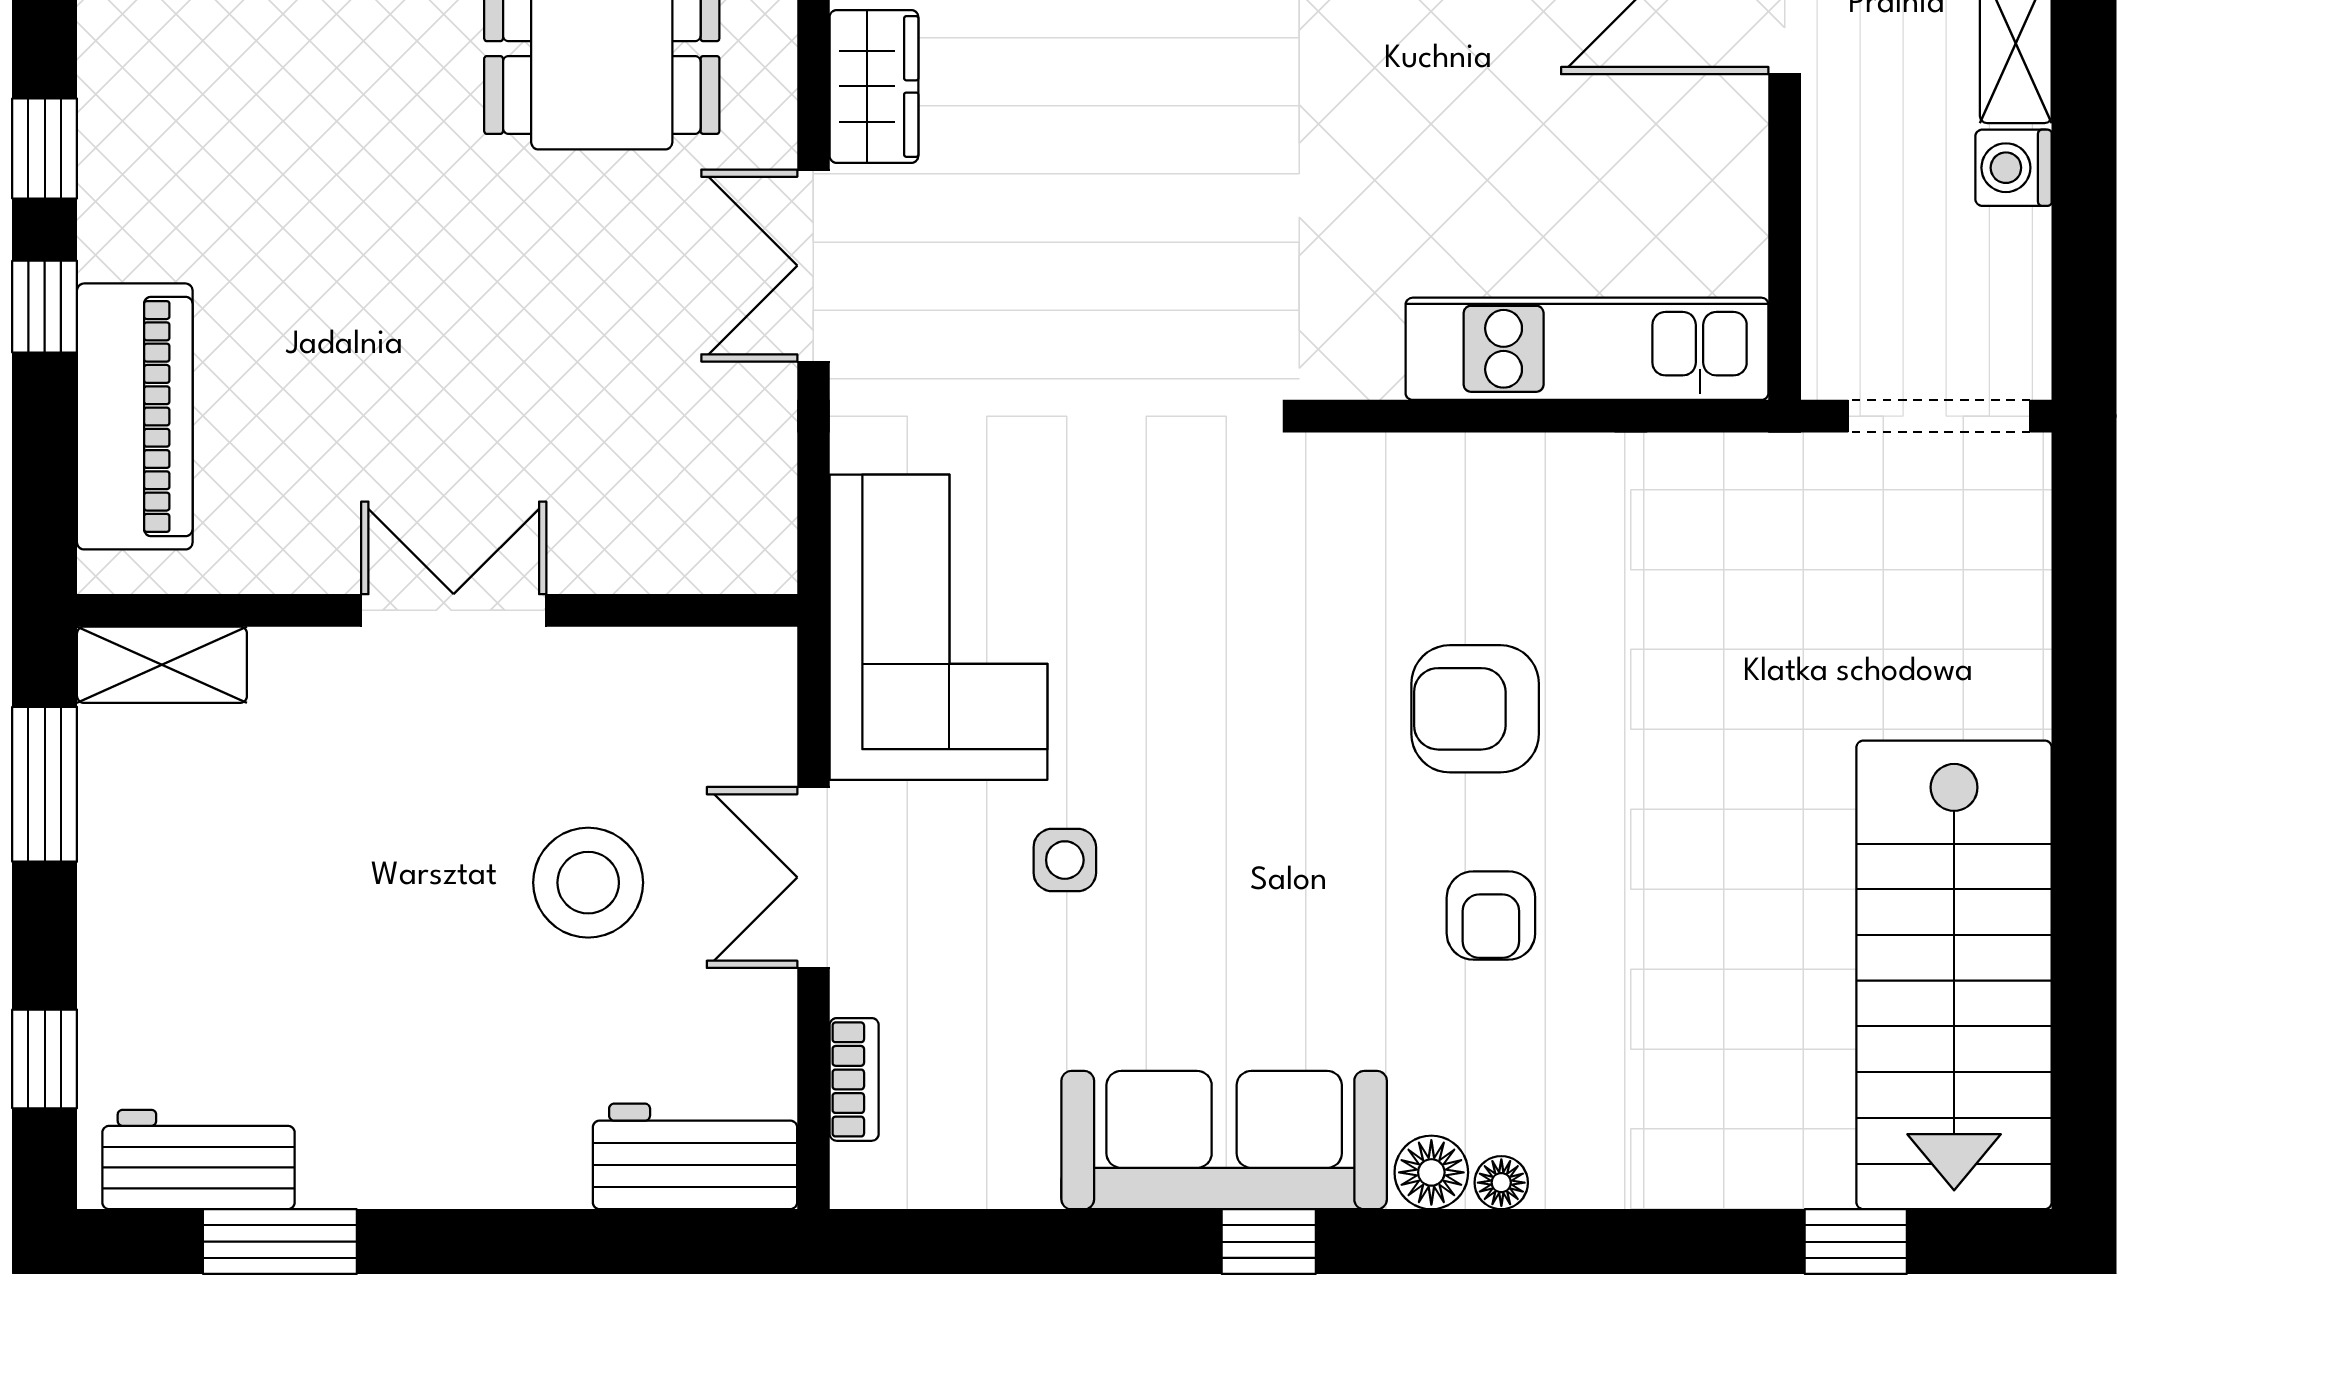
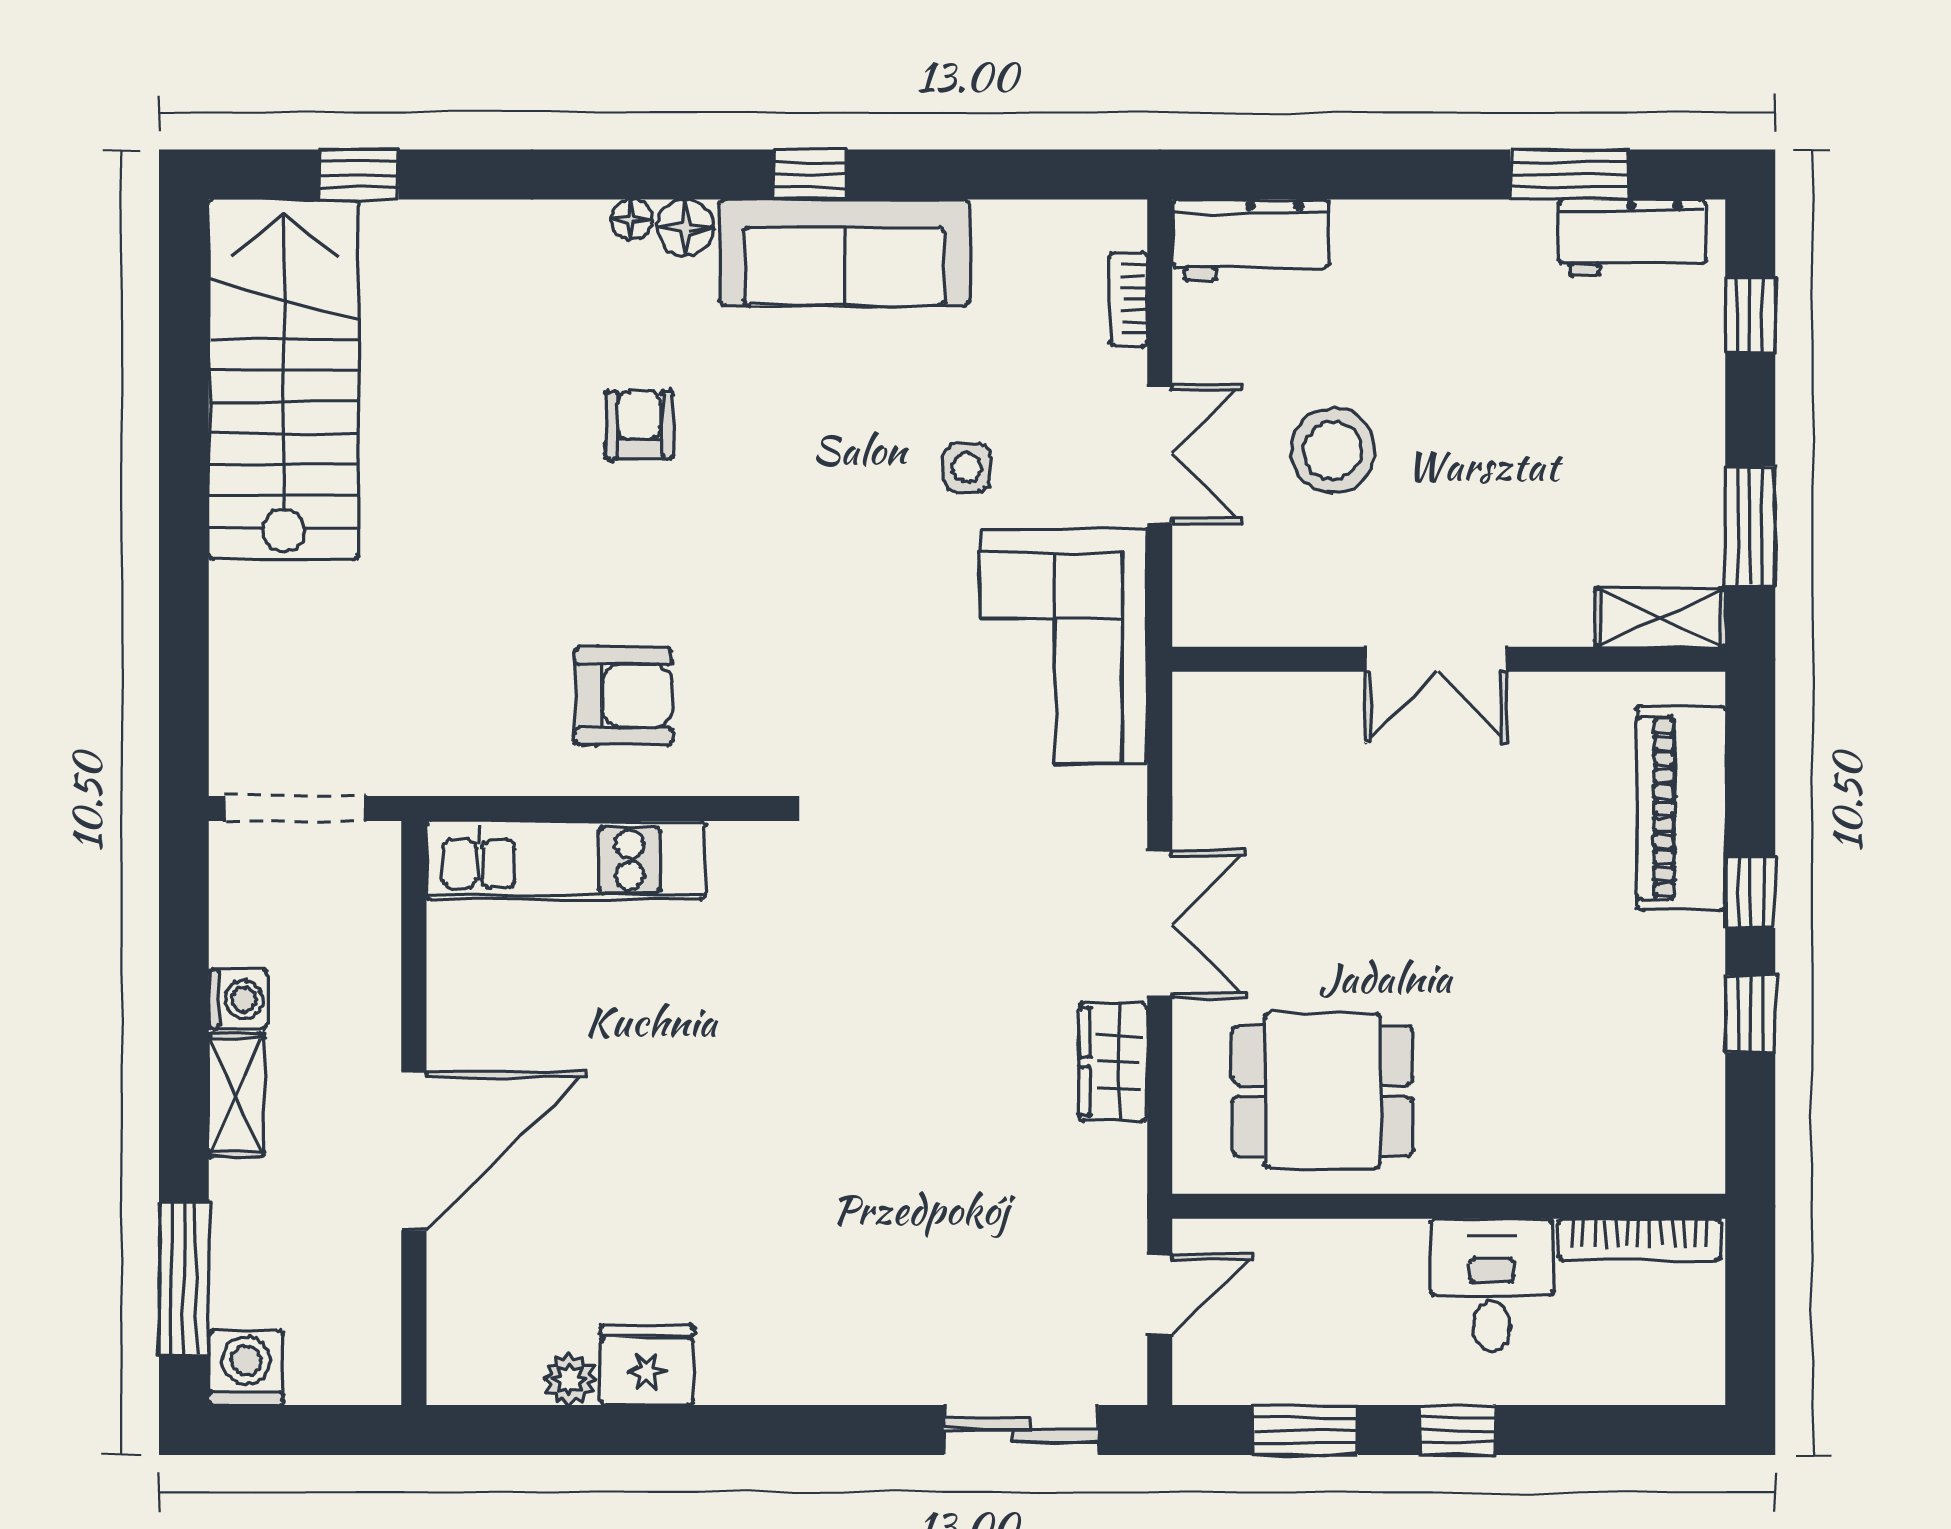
armchair: (1475, 709) -> (623, 696), moved

